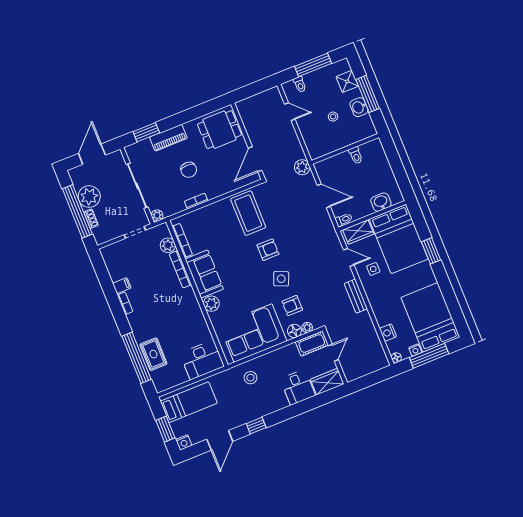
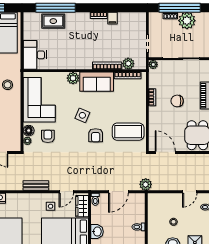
side table: (281, 279) -> (82, 115), moved
cot: (312, 343) -> (14, 140), removed

